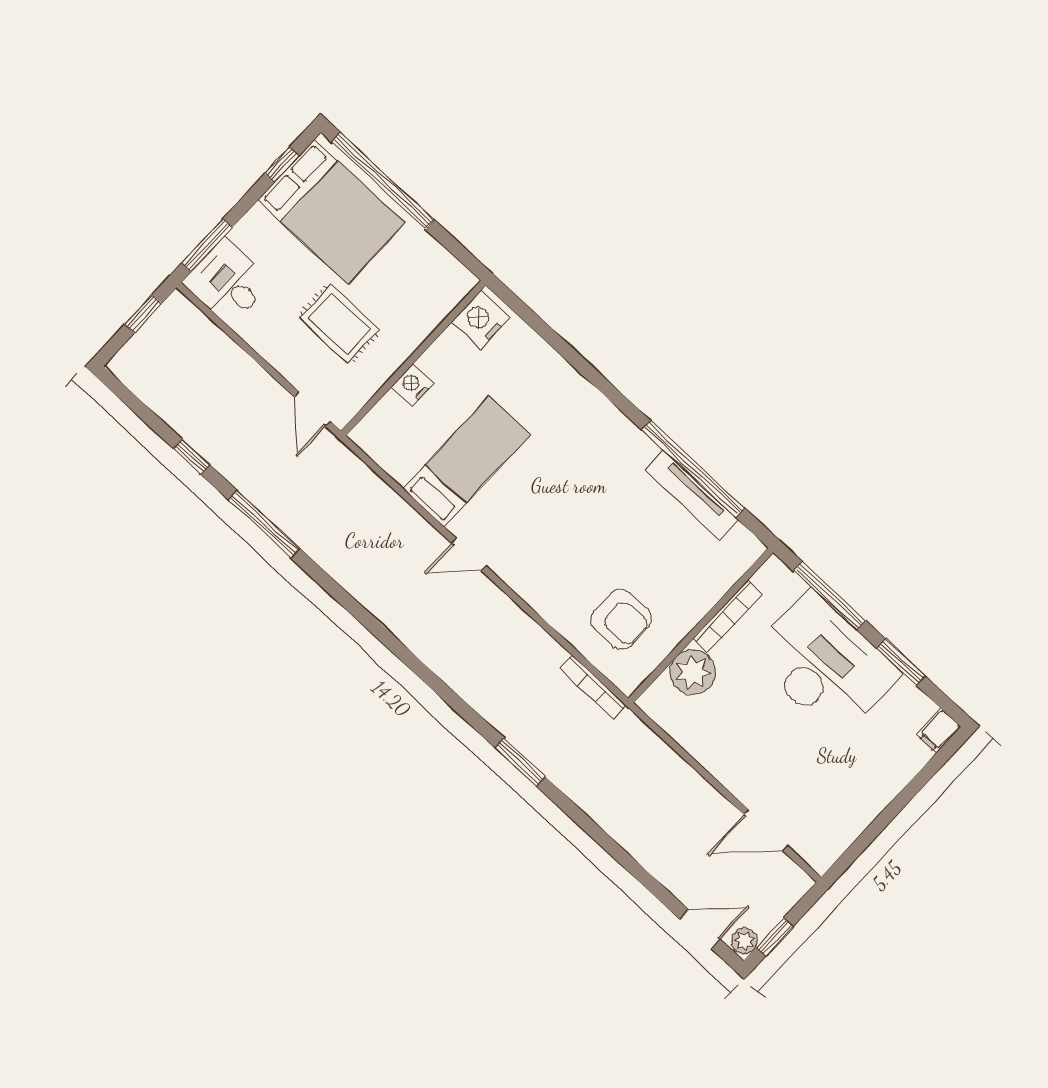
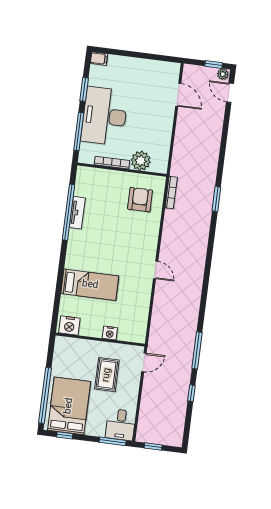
bed: (467, 462) -> (90, 285), moved, turned 180
tv unit: (691, 495) -> (77, 213), width x0.71

